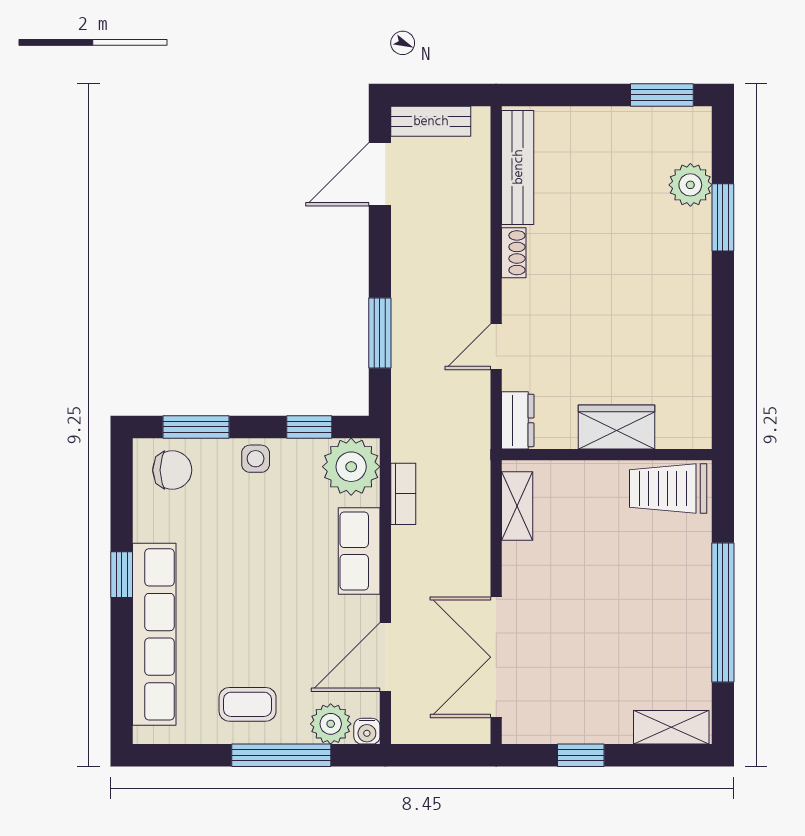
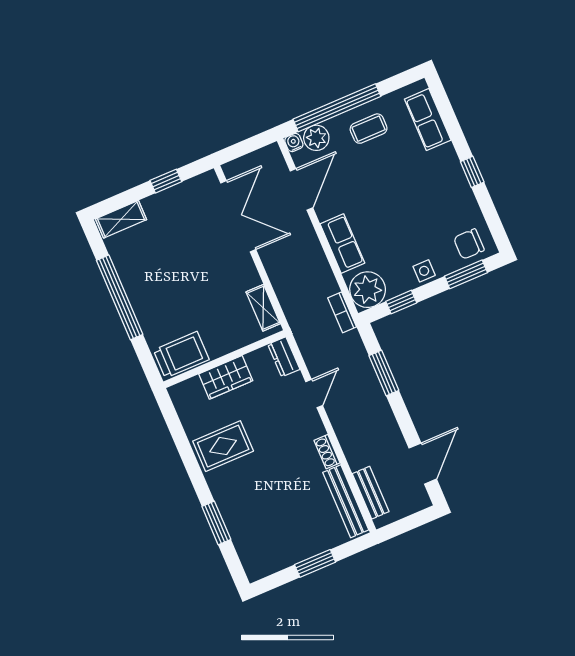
window: (662, 95) -> (315, 563), moved
bench: (431, 121) -> (371, 493), moved, turned 90
plant: (690, 185) -> (243, 534), removed
rug: (664, 327) -> (223, 446), added
bookcase: (403, 494) -> (342, 312), moved
row of seats: (154, 634) -> (428, 120), width x0.50
window: (281, 755) -> (337, 108), width x1.46

